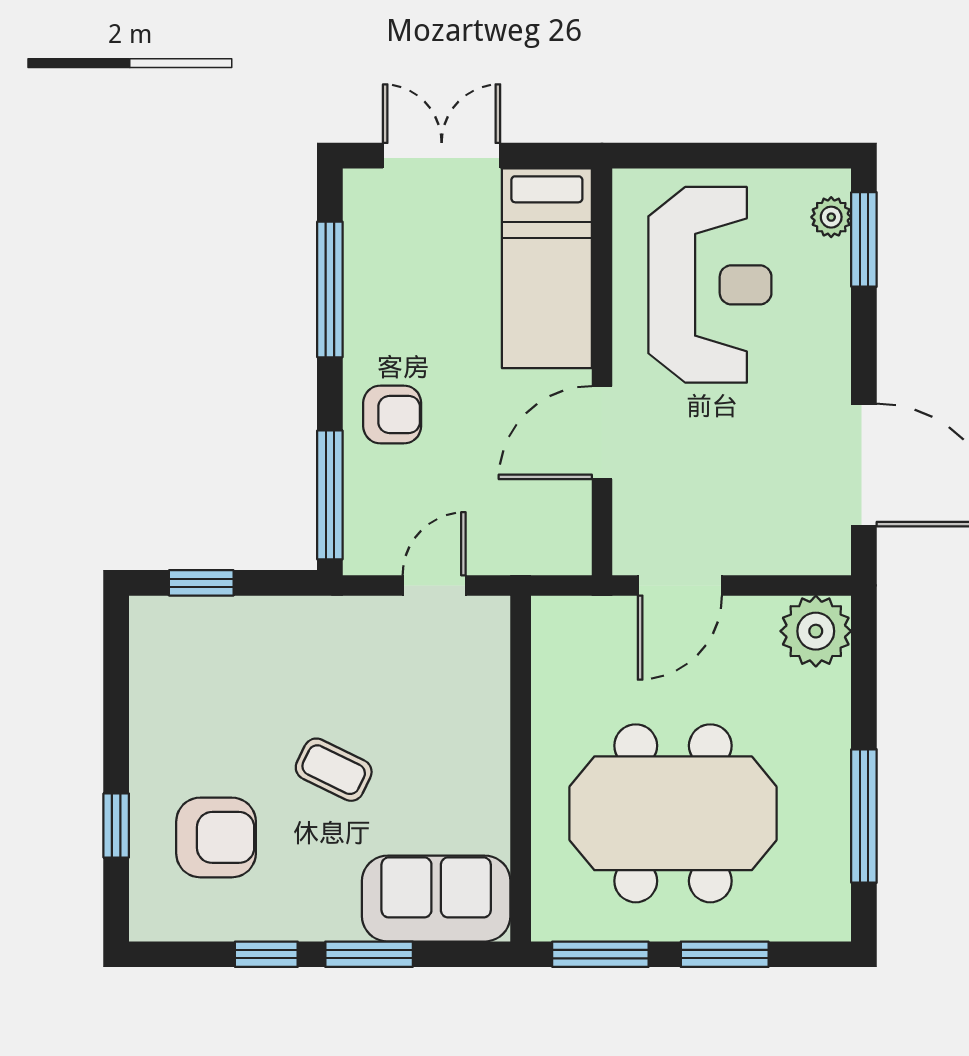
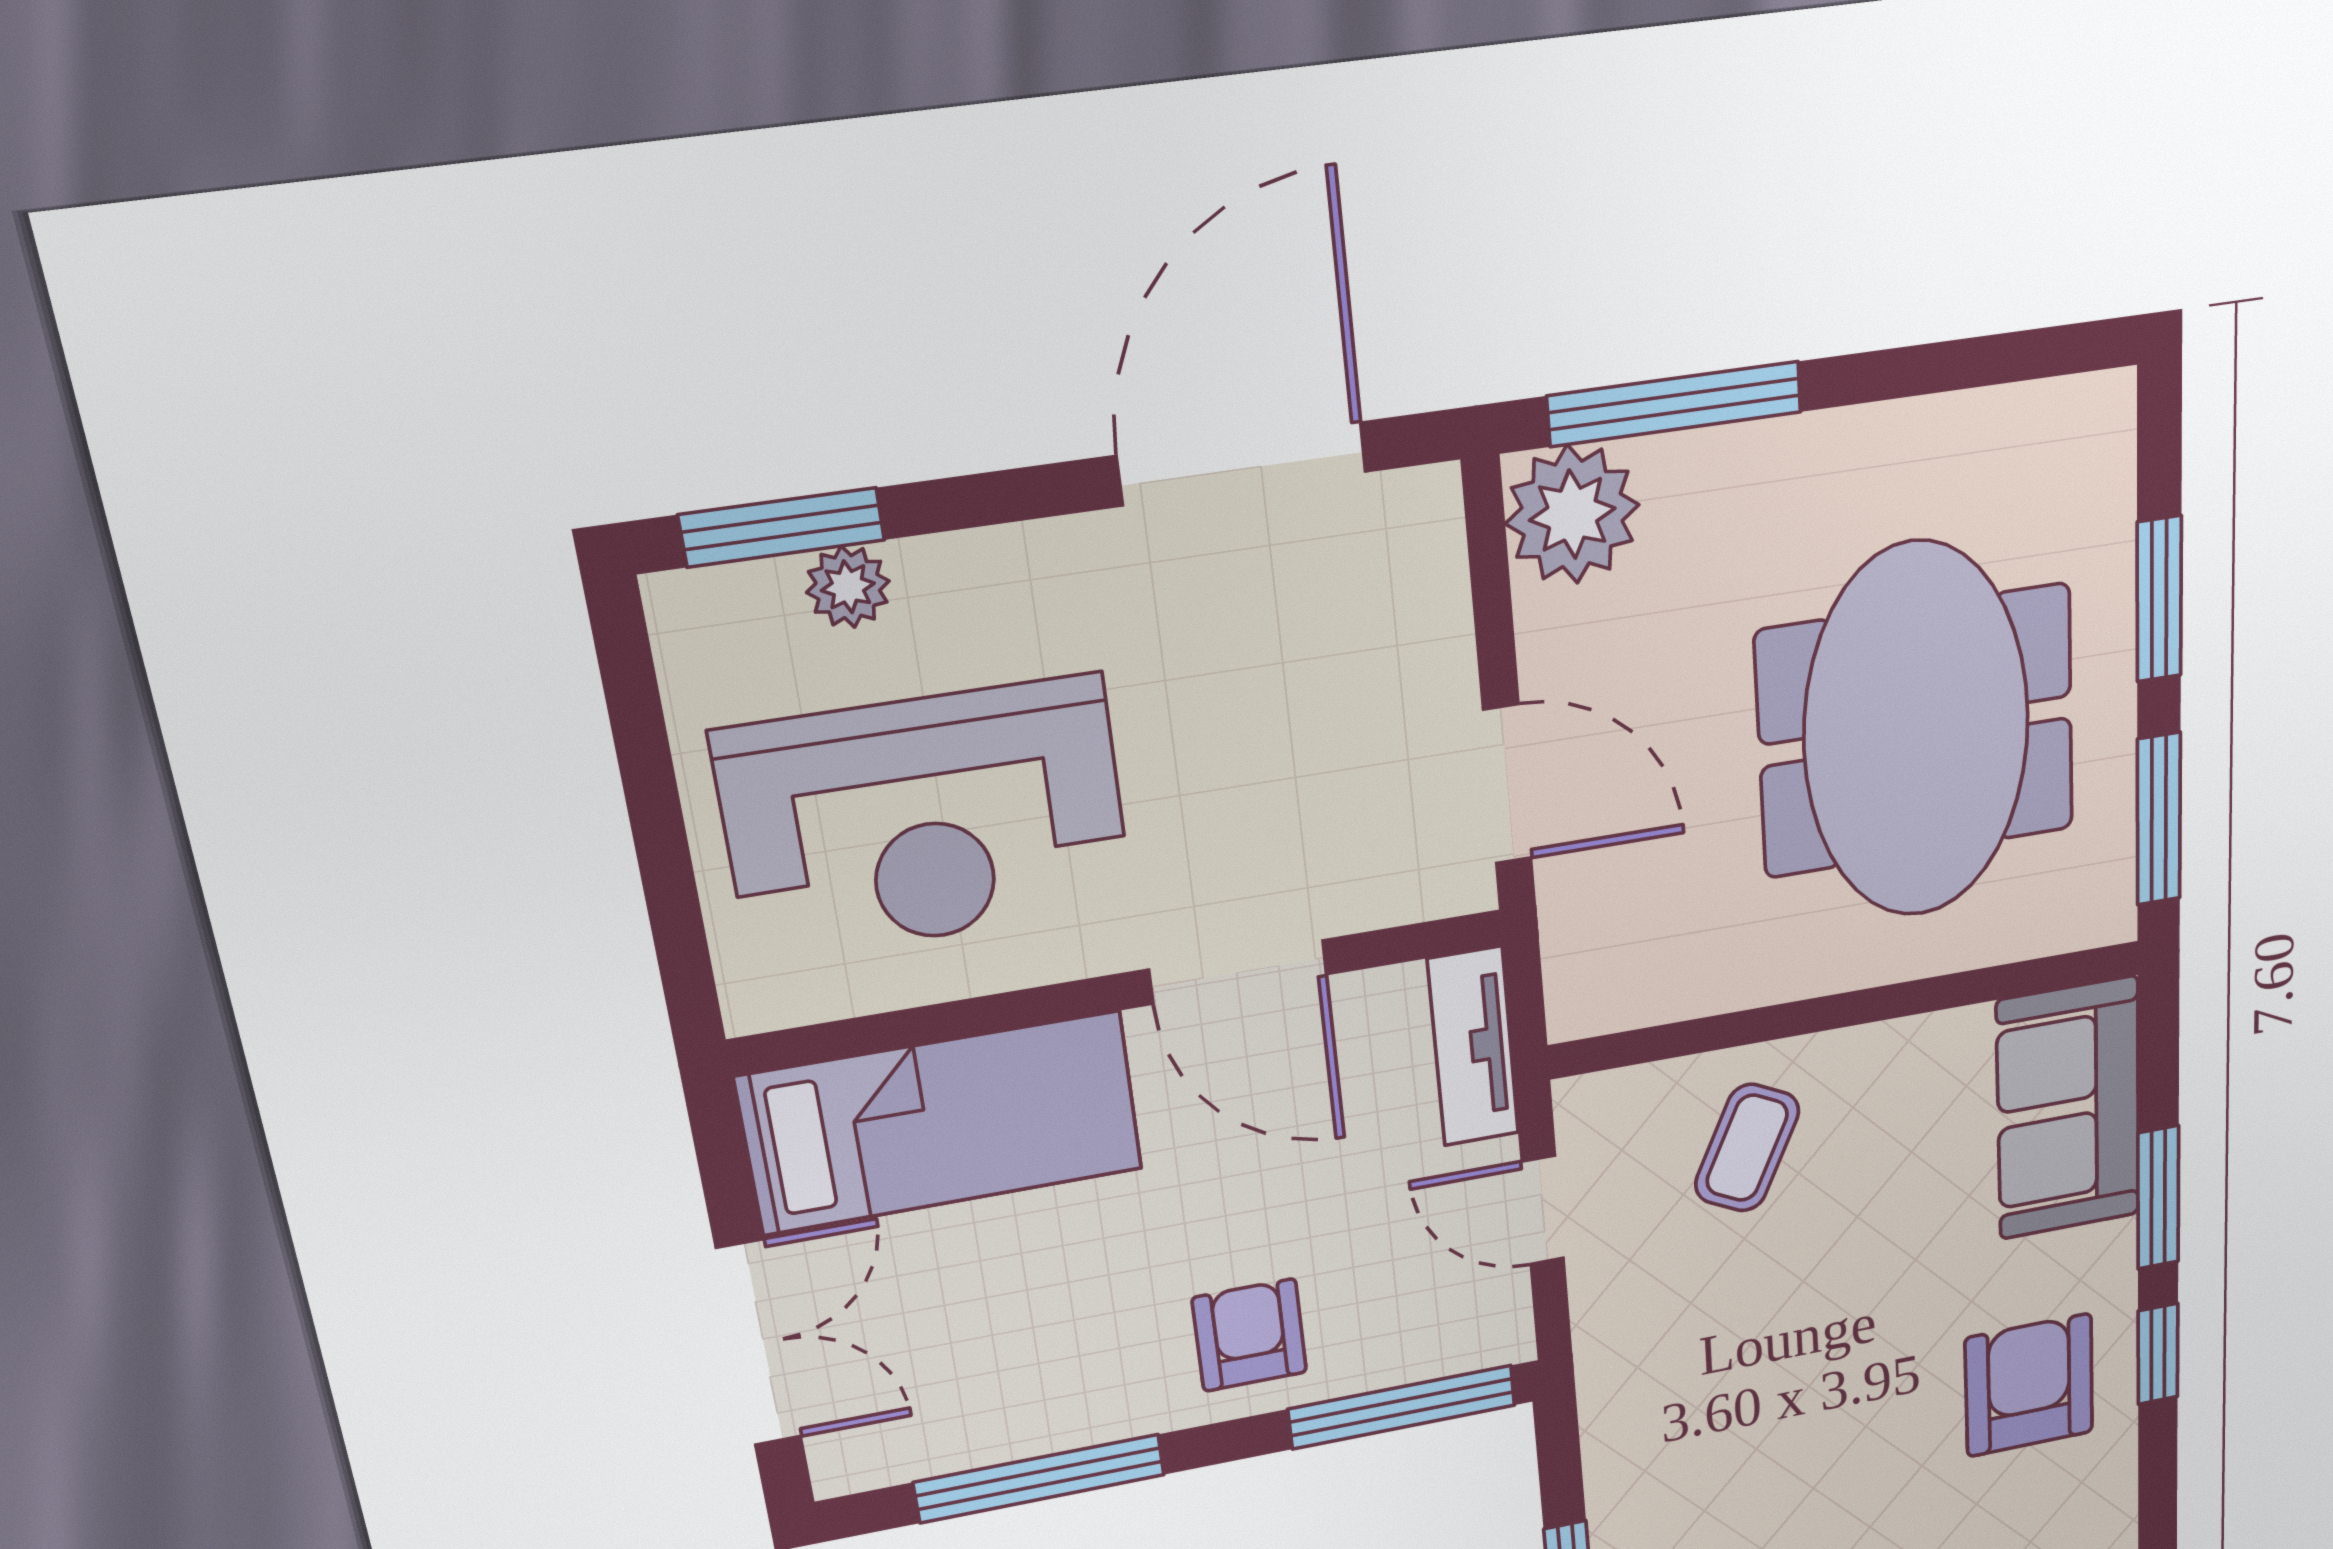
double door: (442, 156) -> (759, 1343), swing flipped
plant: (831, 217) -> (848, 587), moved
reception desk: (710, 285) -> (925, 819), turned 180
tv unit: (538, 555) -> (1473, 1047), added
coffee table: (334, 770) -> (1747, 1148), moved
window: (864, 816) -> (1675, 404), moved
armchair: (216, 837) -> (2029, 1385), moved

